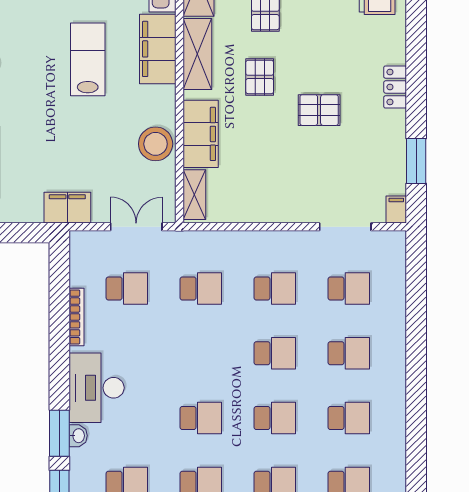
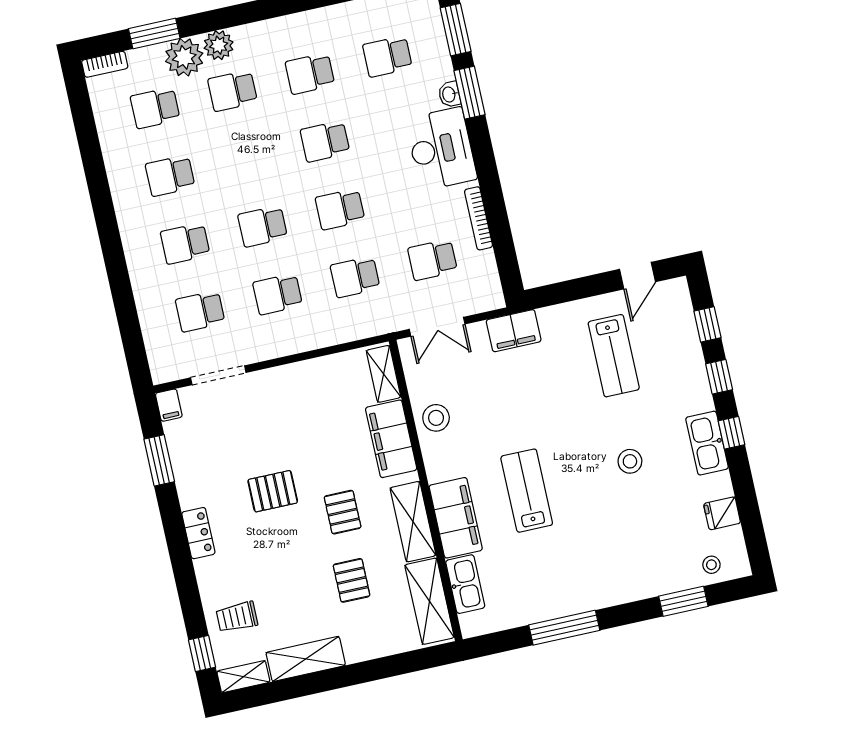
lab bench: (88, 59) -> (527, 491), turned 180
stool: (156, 144) -> (436, 418), width x0.73, depth x0.73
school desk: (275, 418) -> (340, 209), moved

